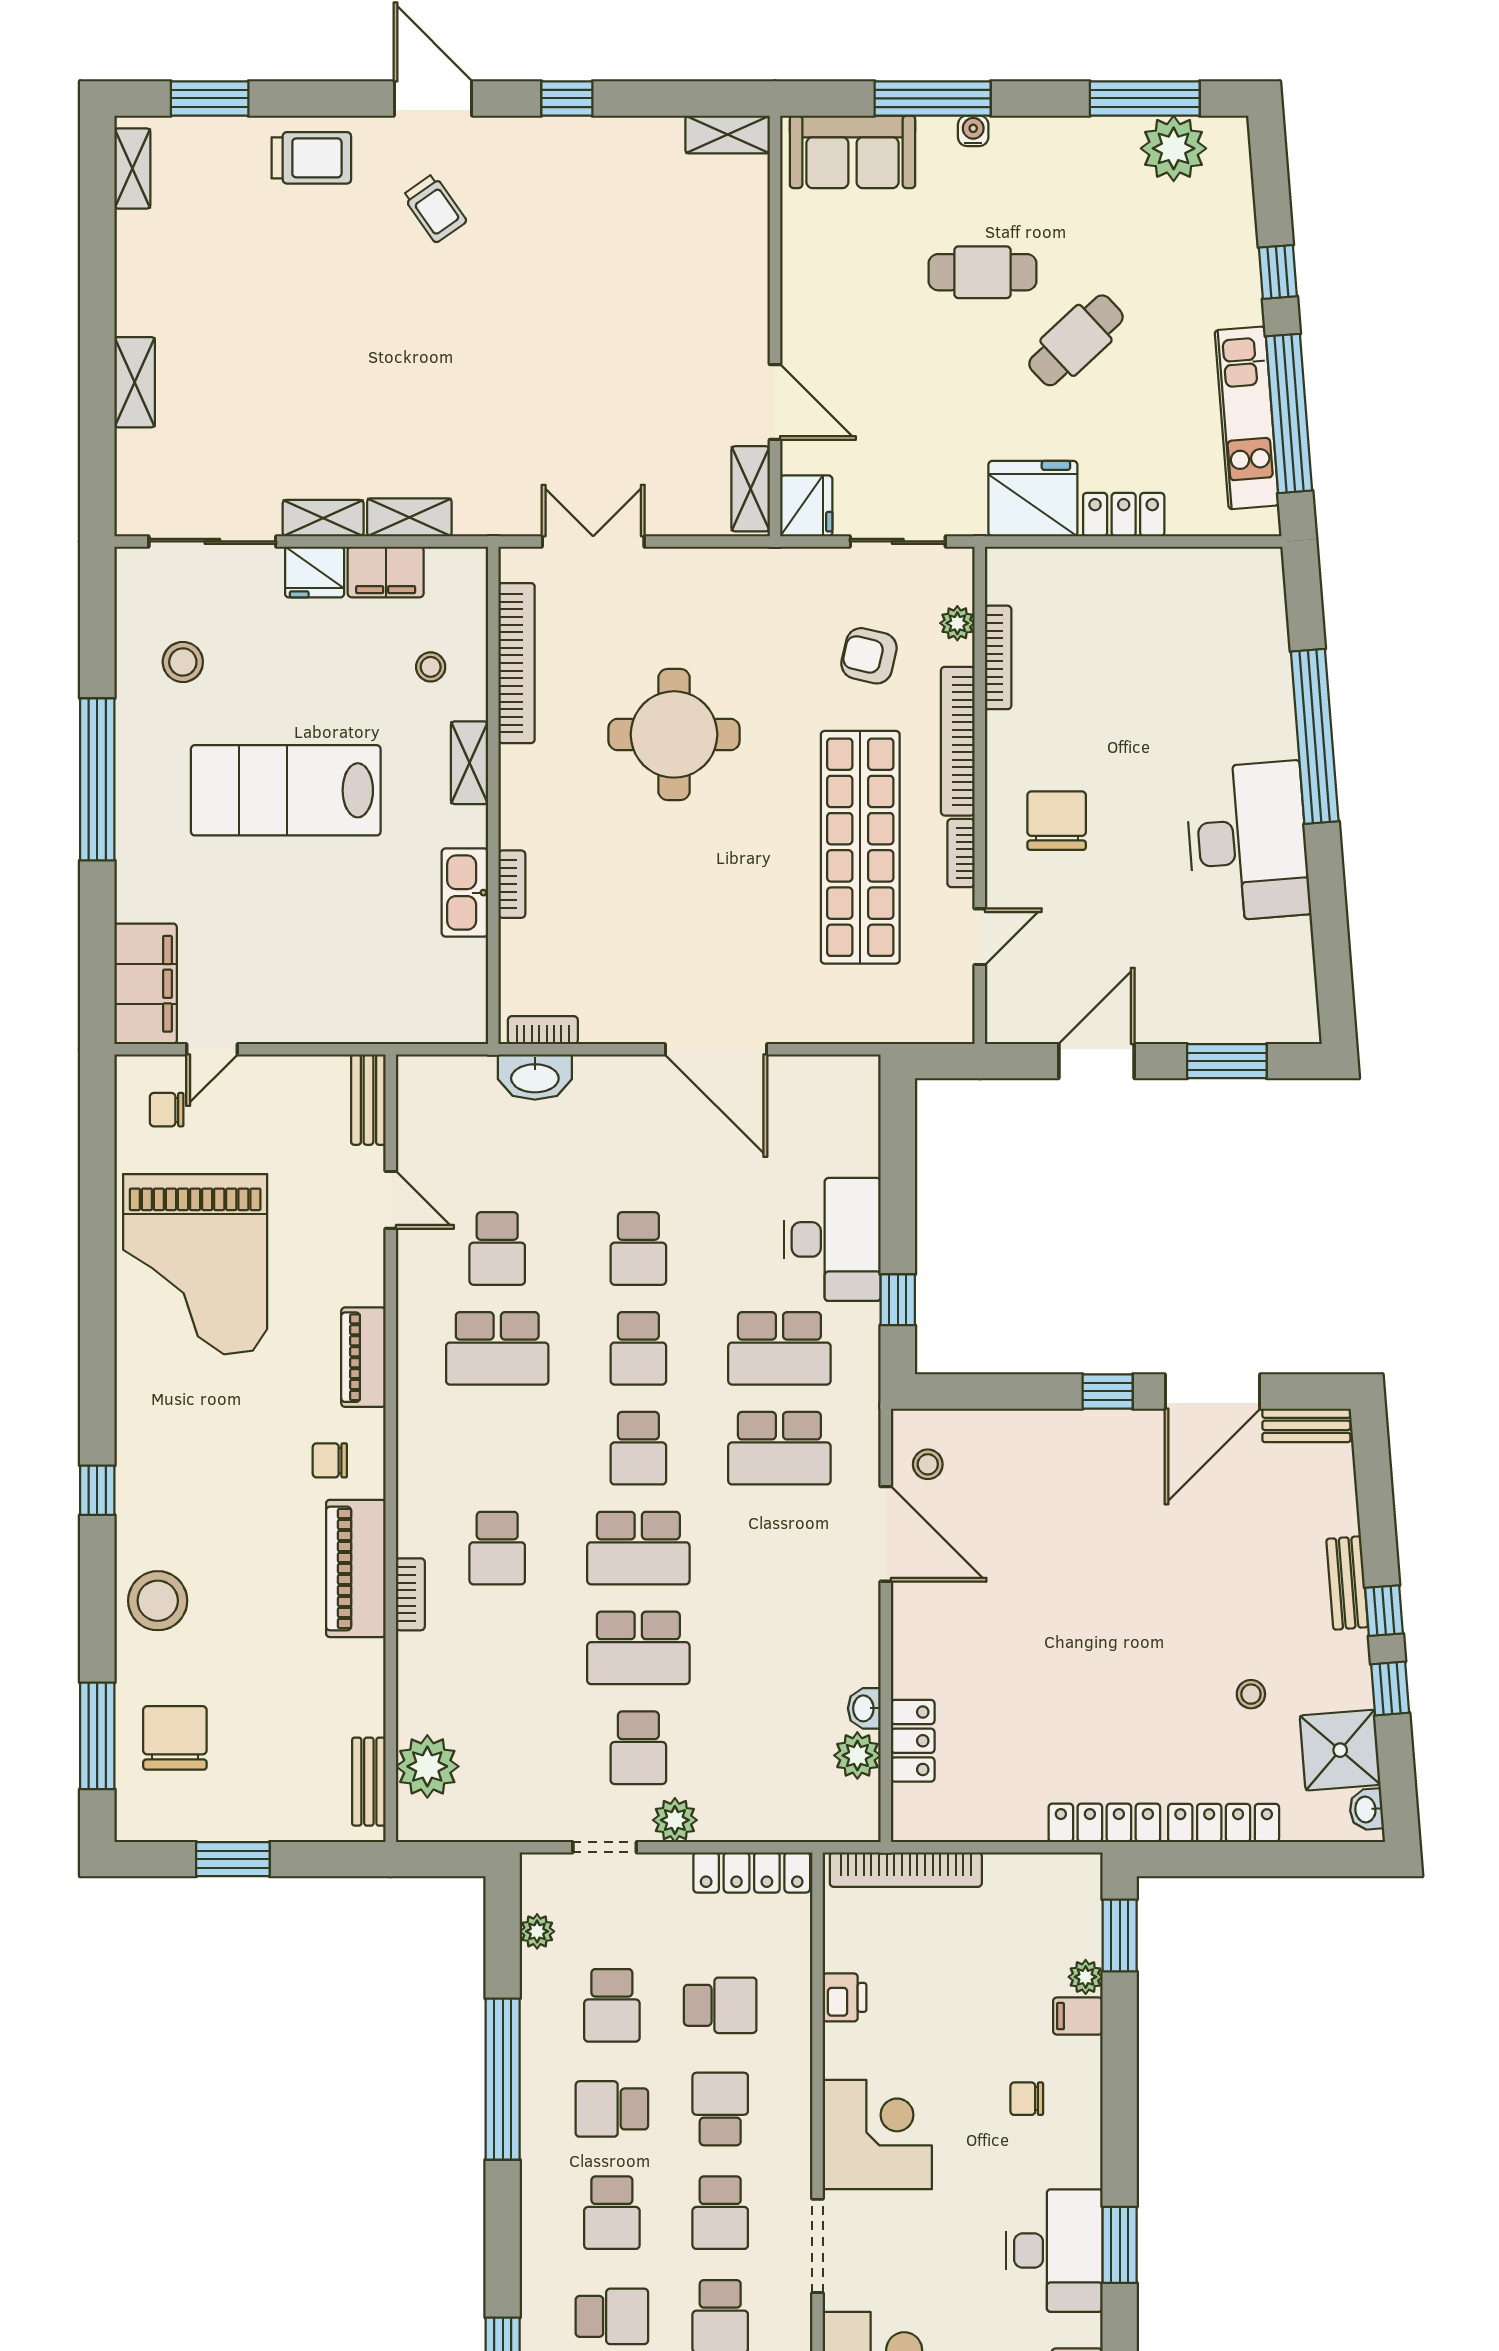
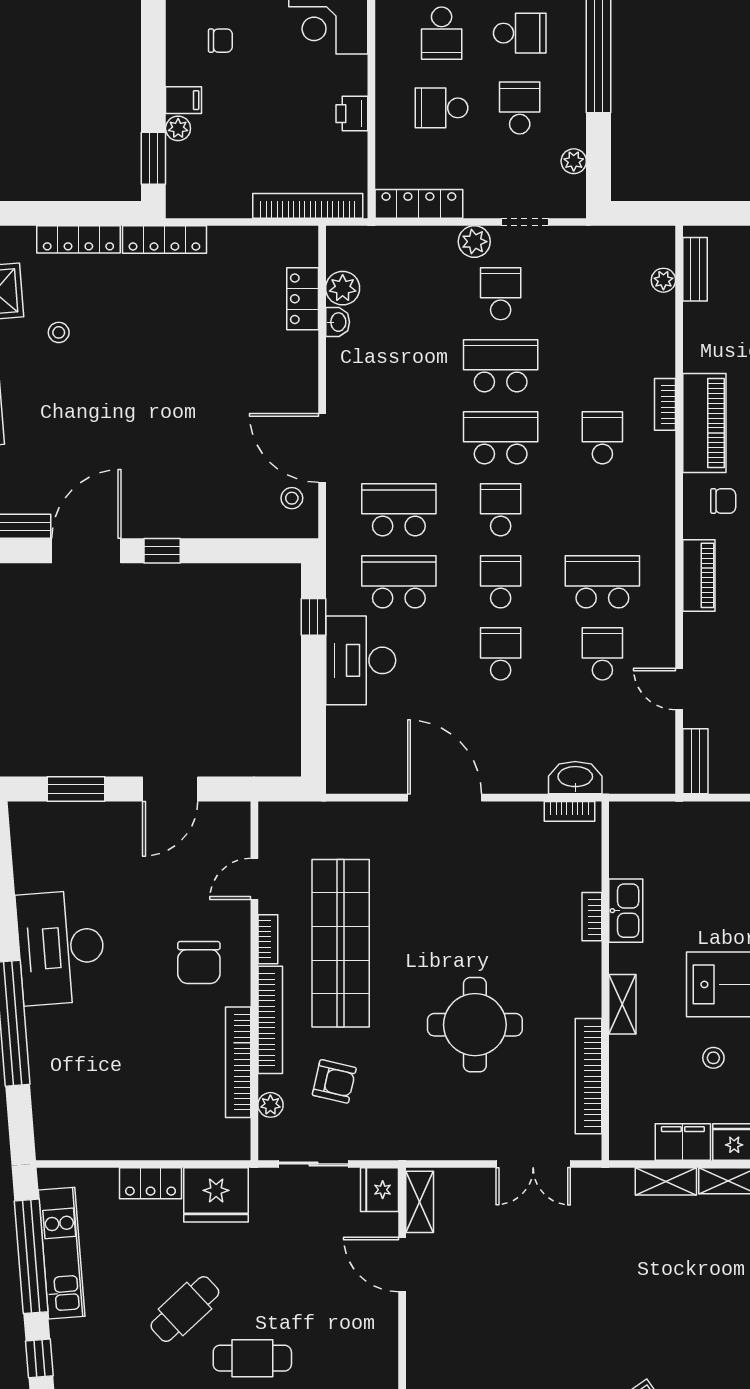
bookcase: (998, 657) -> (238, 1062), width x1.48, depth x1.31
stool: (431, 667) -> (713, 1058), moved
plant: (427, 1766) -> (663, 280), width x0.53, depth x0.53

